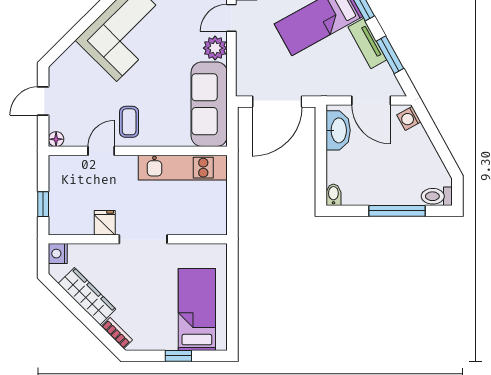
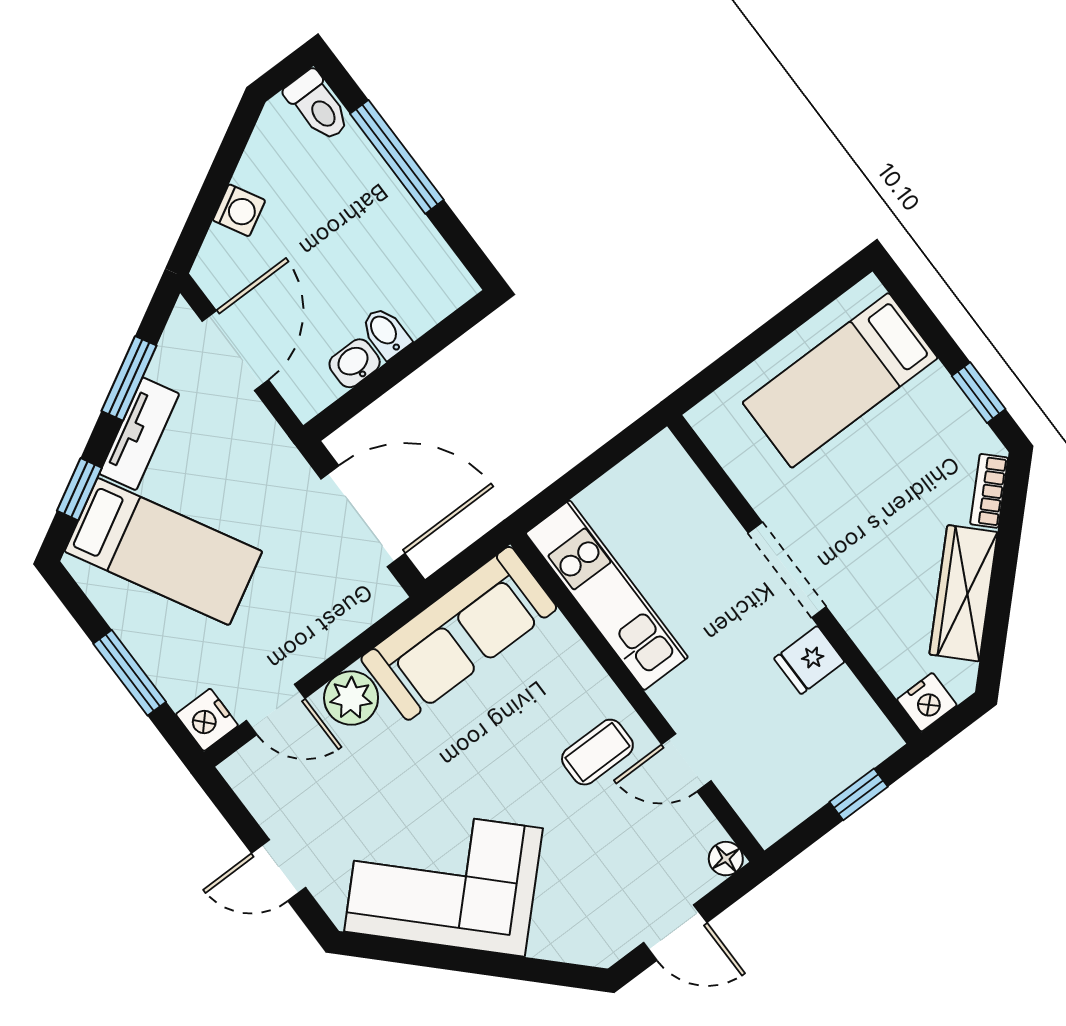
washing machine: (409, 118) -> (239, 210), moved
washbasin: (338, 130) -> (355, 363), width x0.52, depth x0.69
bidet: (333, 195) -> (386, 333), moved, turned 90
window: (178, 356) -> (979, 393), moved

